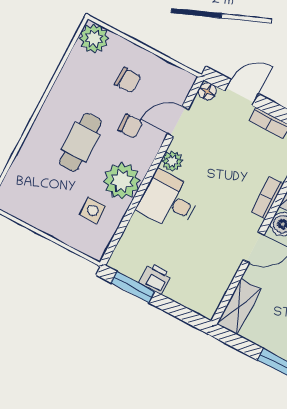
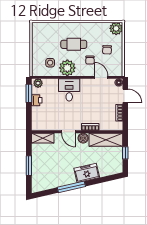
plant: (172, 161) -> (38, 83), moved

